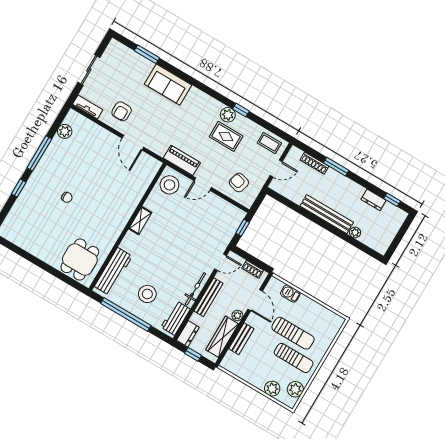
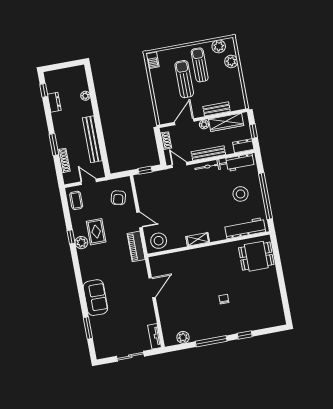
armchair: (122, 111) -> (138, 312), removed
bench: (327, 214) -> (92, 139), moved
barbecue: (290, 294) -> (152, 60), moved

